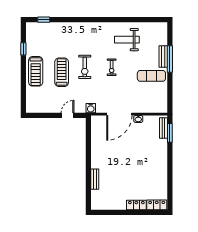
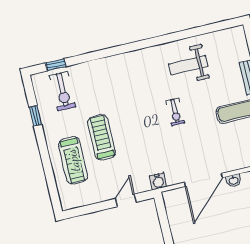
exercise bike: (85, 67) -> (63, 91), moved
treadmill: (36, 71) -> (73, 160), moved

